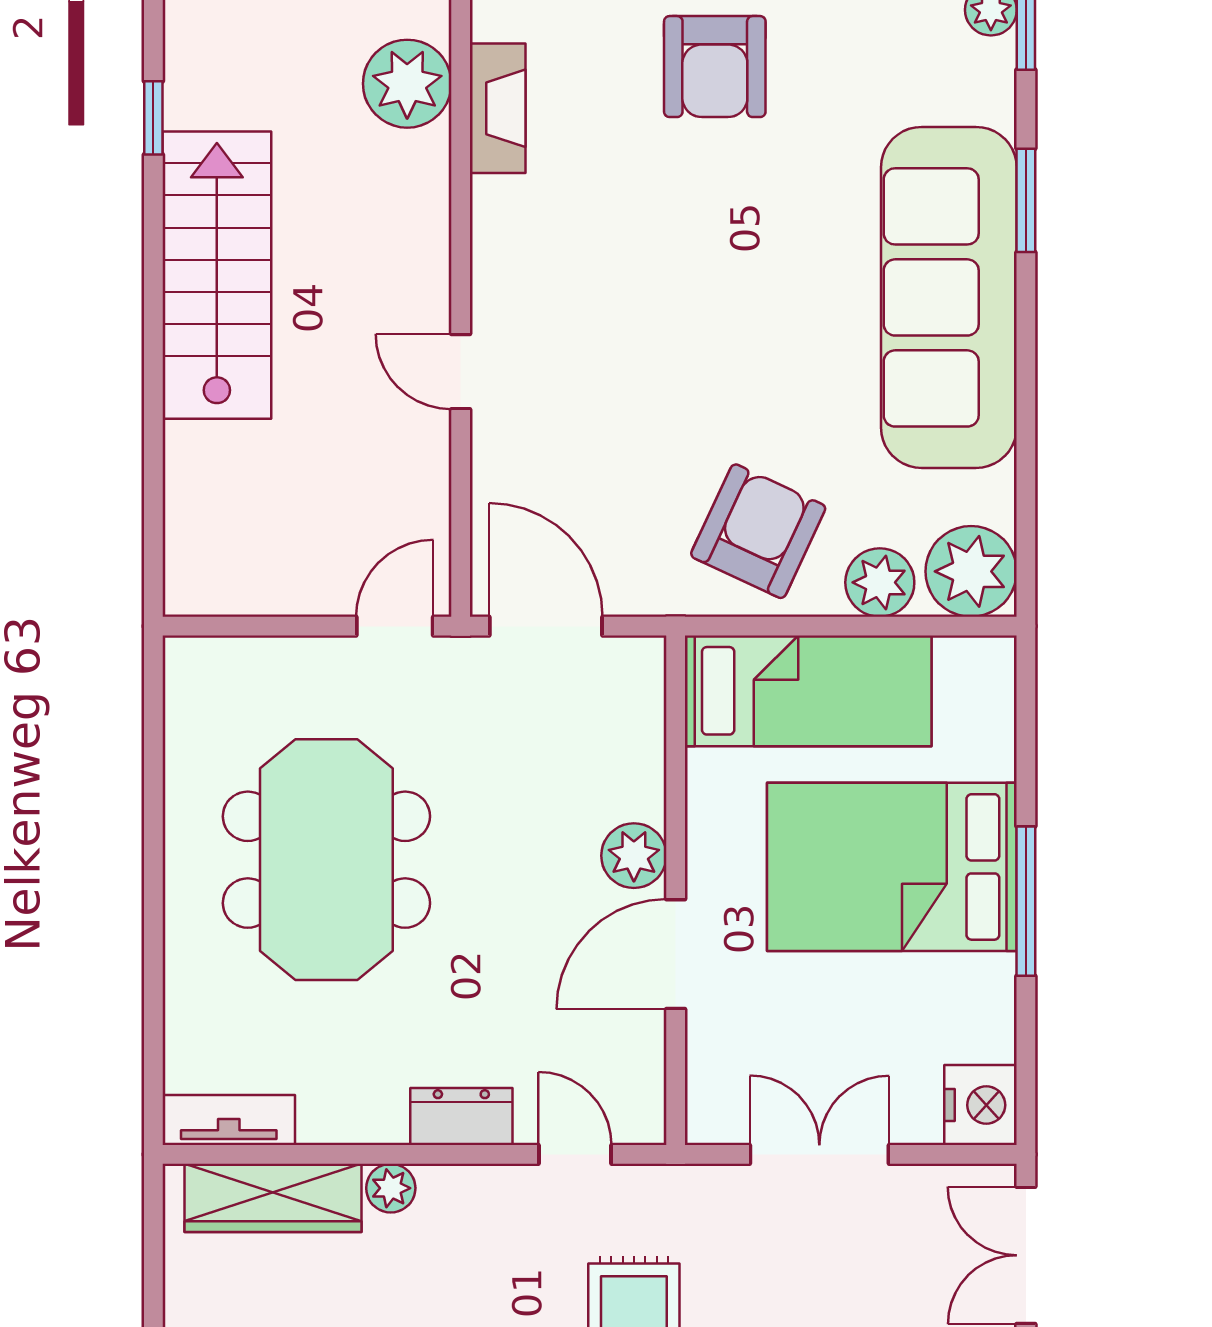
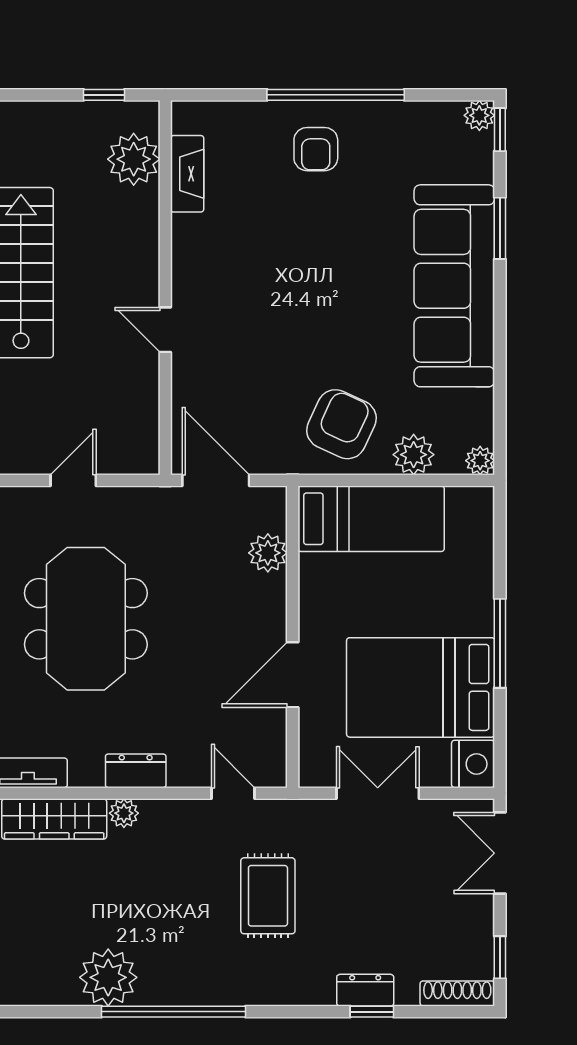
armchair: (715, 67) -> (316, 149), width x0.72, depth x0.72
plant: (971, 571) -> (480, 461), width x0.53, depth x0.53
door: (395, 626) -> (73, 480), moved
plant: (634, 856) -> (268, 553), moved
bed: (892, 867) -> (421, 687), moved
dresser: (461, 1117) -> (136, 771), moved

